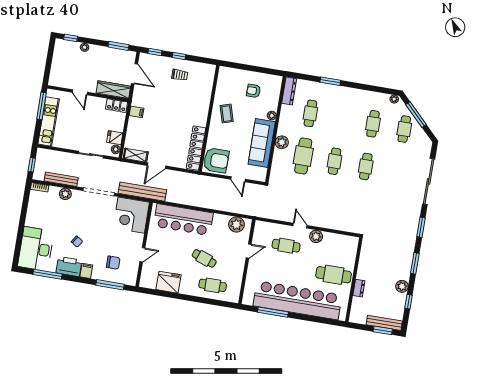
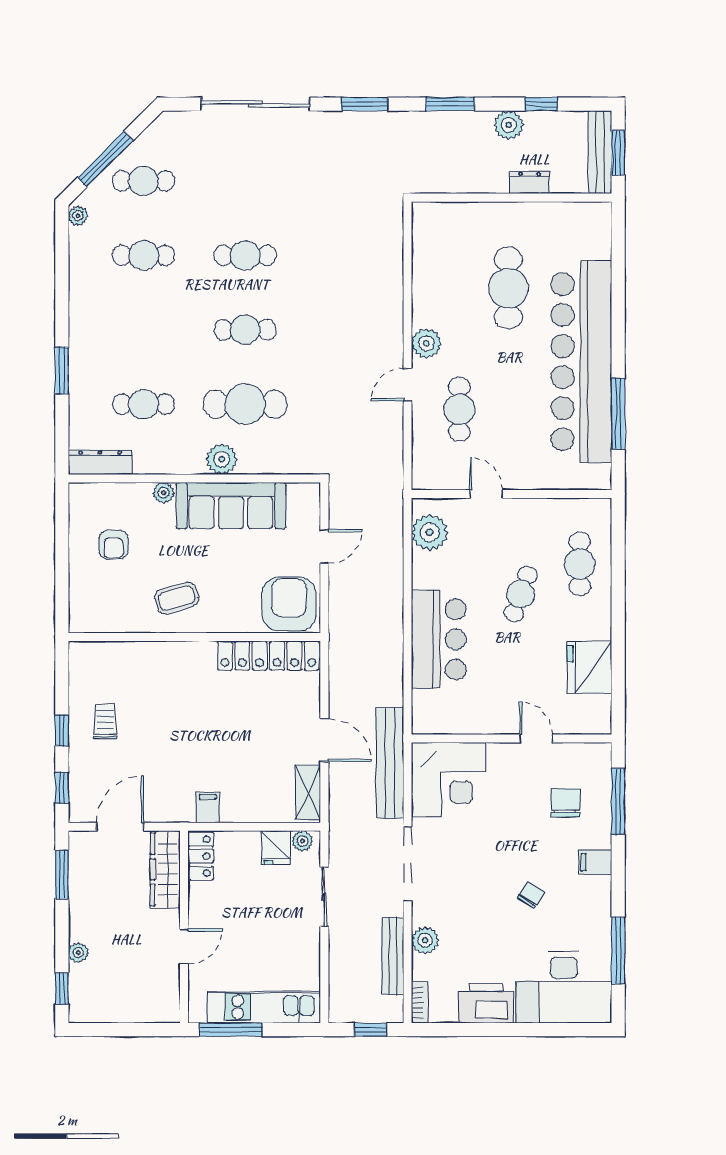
bar counter: (183, 220) -> (439, 639), width x0.73
printer: (69, 267) -> (486, 1003), moved, turned 90
wall: (354, 280) -> (512, 198), moved
dresser: (359, 288) -> (529, 183), moved

